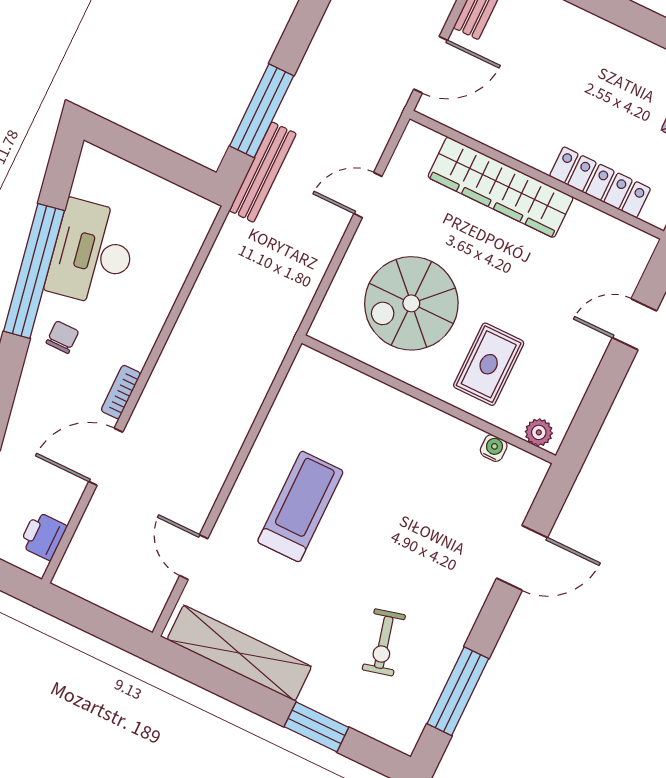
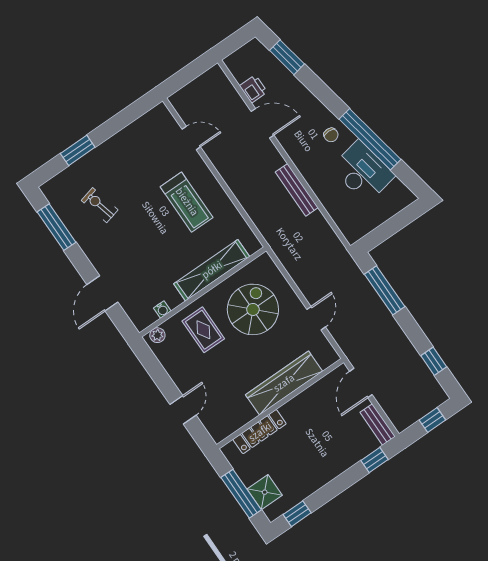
bench: (263, 172) -> (297, 190), moved
bookcase: (121, 392) -> (289, 148), removed
door: (106, 457) -> (263, 123), hinge flipped
printer: (43, 536) -> (253, 89), moved
shelving: (239, 653) -> (212, 270), moved

